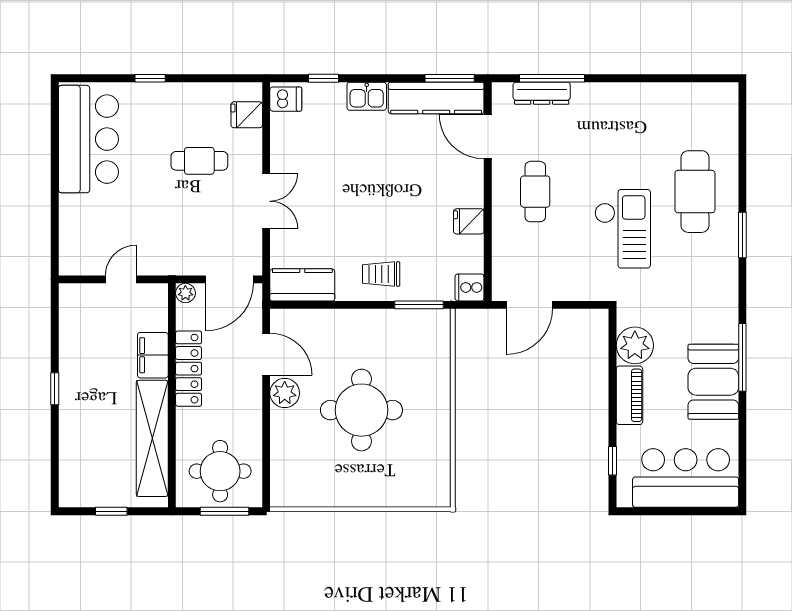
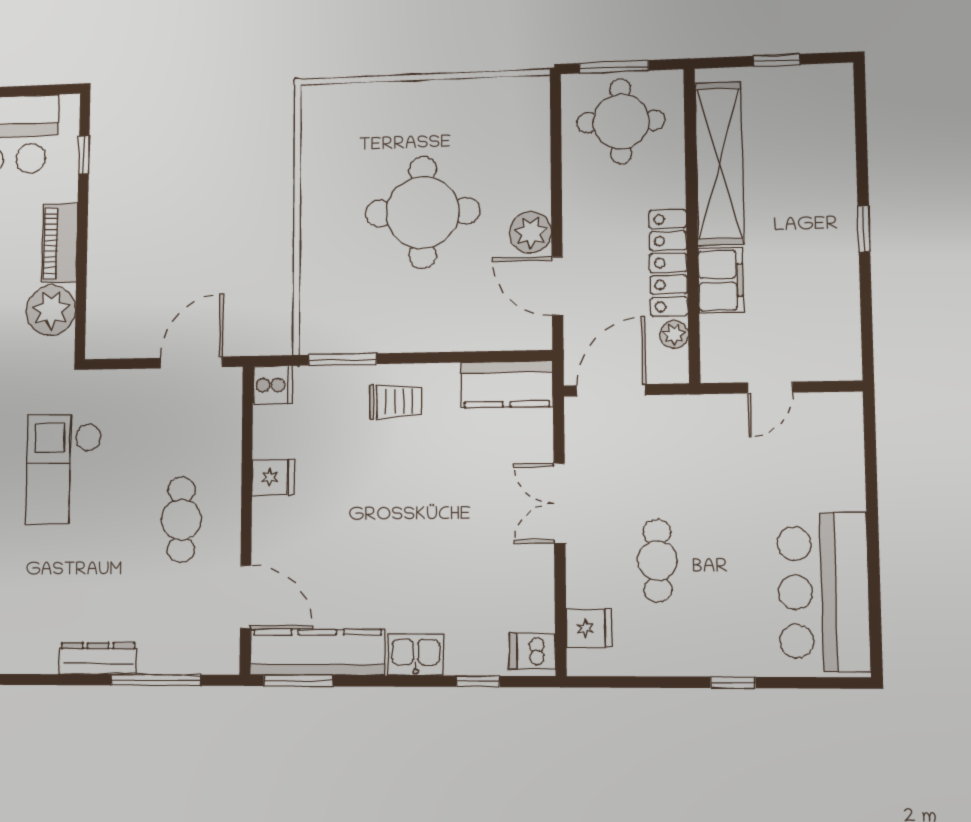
dresser: (542, 93) -> (98, 659), moved
cafe table: (199, 161) -> (658, 561), turned 90
plant: (185, 293) -> (674, 334), moved

